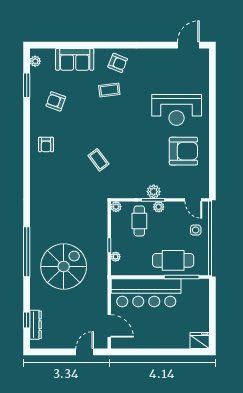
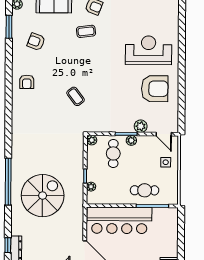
reception desk: (177, 110) -> (149, 50), turned 180
plant: (154, 192) -> (141, 126), moved
cafe table: (173, 260) -> (145, 190), width x0.73, depth x0.74

